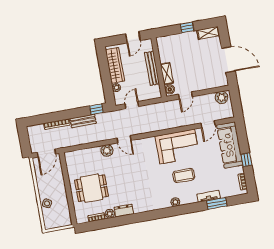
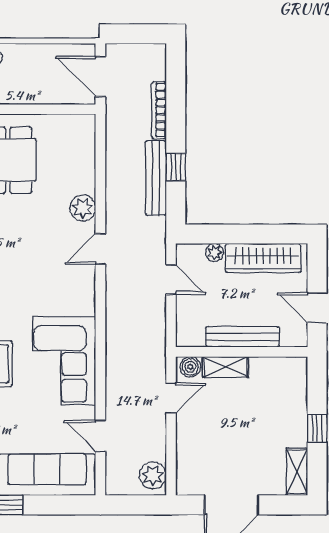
door: (185, 95) -> (171, 398), swing flipped
window: (96, 109) -> (176, 167), moved
bench: (83, 121) -> (156, 178), width x1.36

